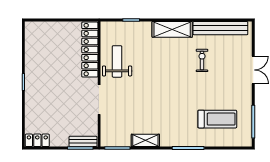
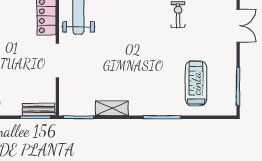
treadmill: (217, 119) -> (196, 83), turned -90

